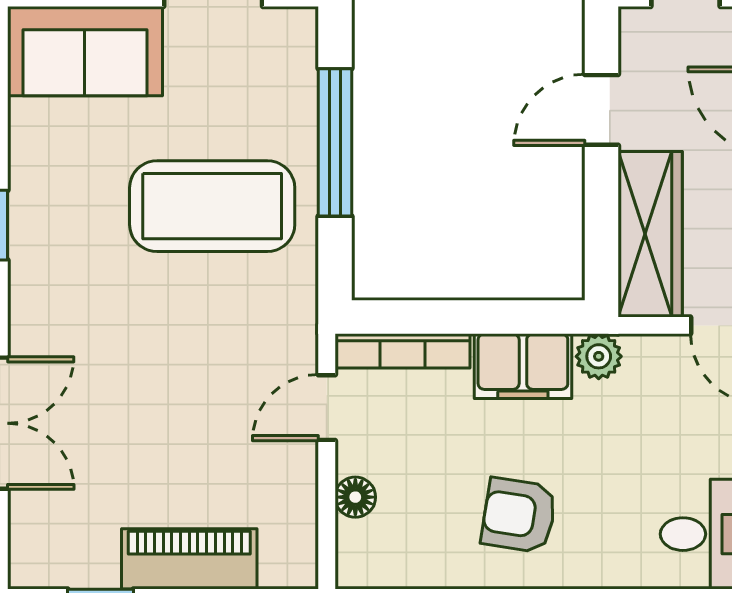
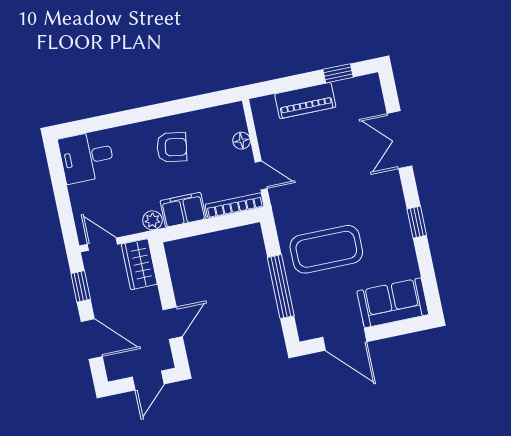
wardrobe: (650, 234) -> (139, 264), width x0.67
door: (327, 408) -> (261, 175), hinge flipped

